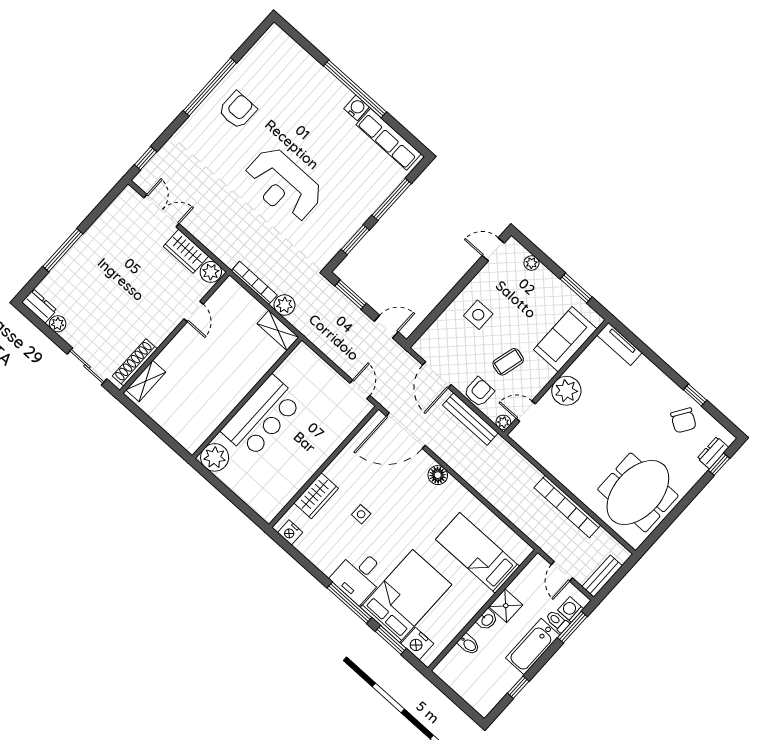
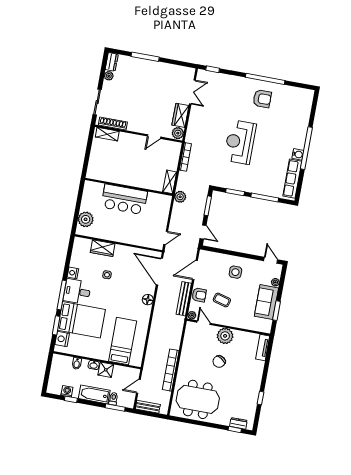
plant: (284, 305) -> (180, 197), moved
sofa: (565, 339) -> (266, 302), moved, turned -90
chair: (683, 420) -> (219, 362), moved
plant: (215, 457) -> (86, 219), moved
nightstand: (290, 532) -> (73, 273), moved
washing machine: (571, 609) -> (67, 391), moved

